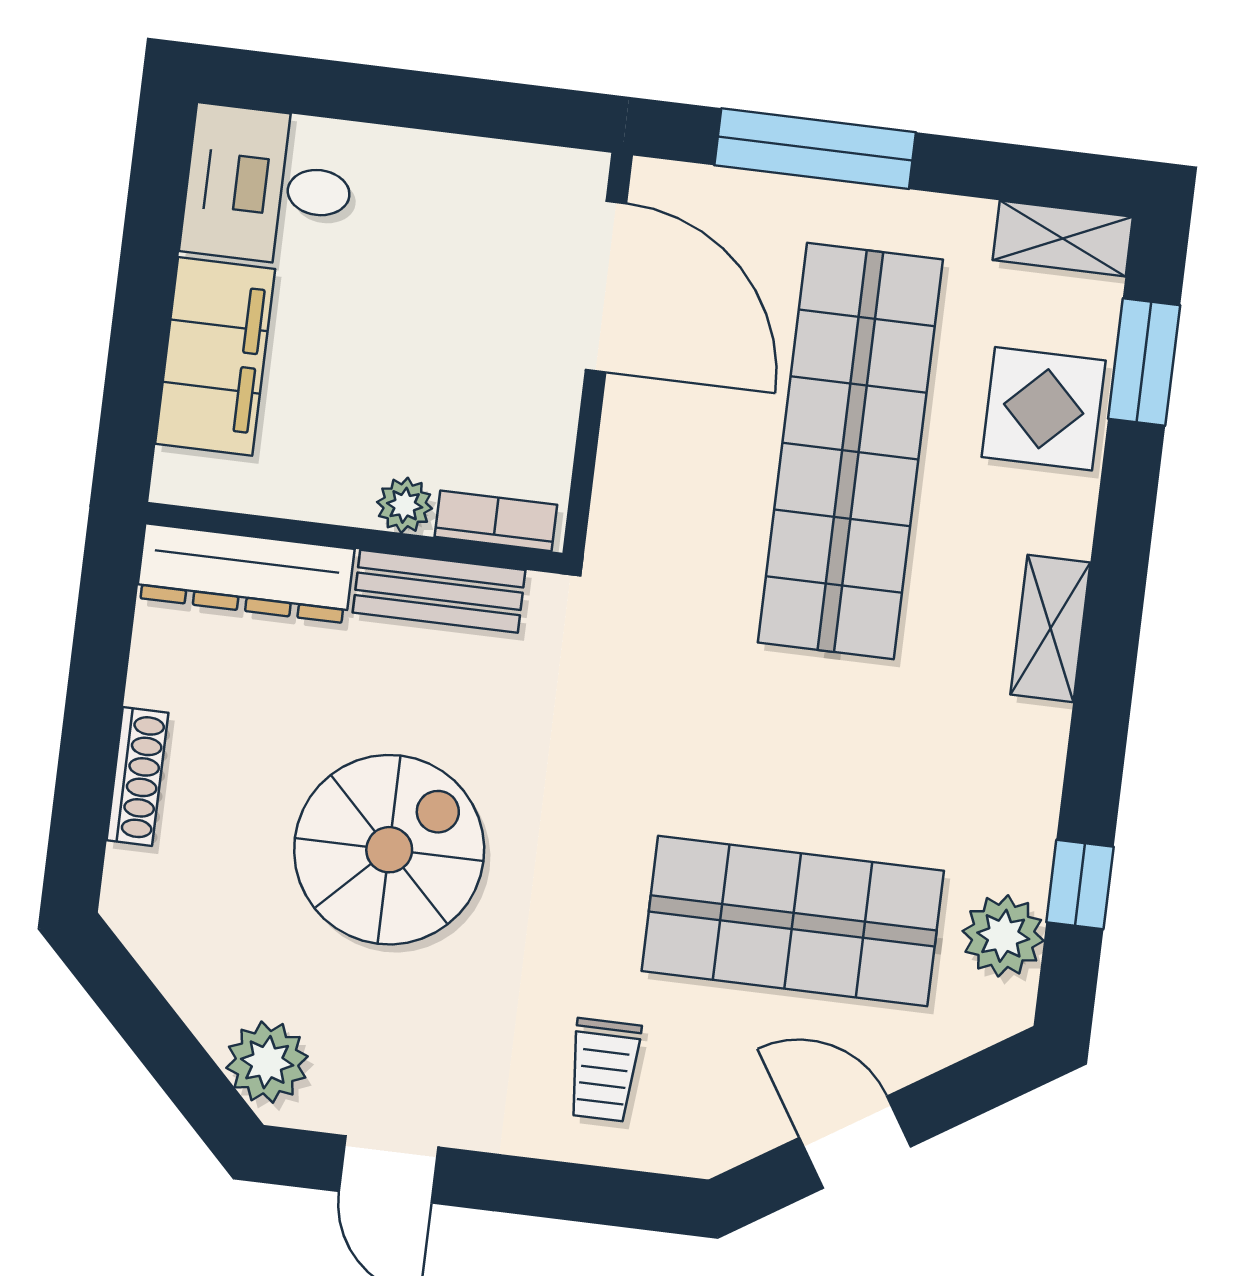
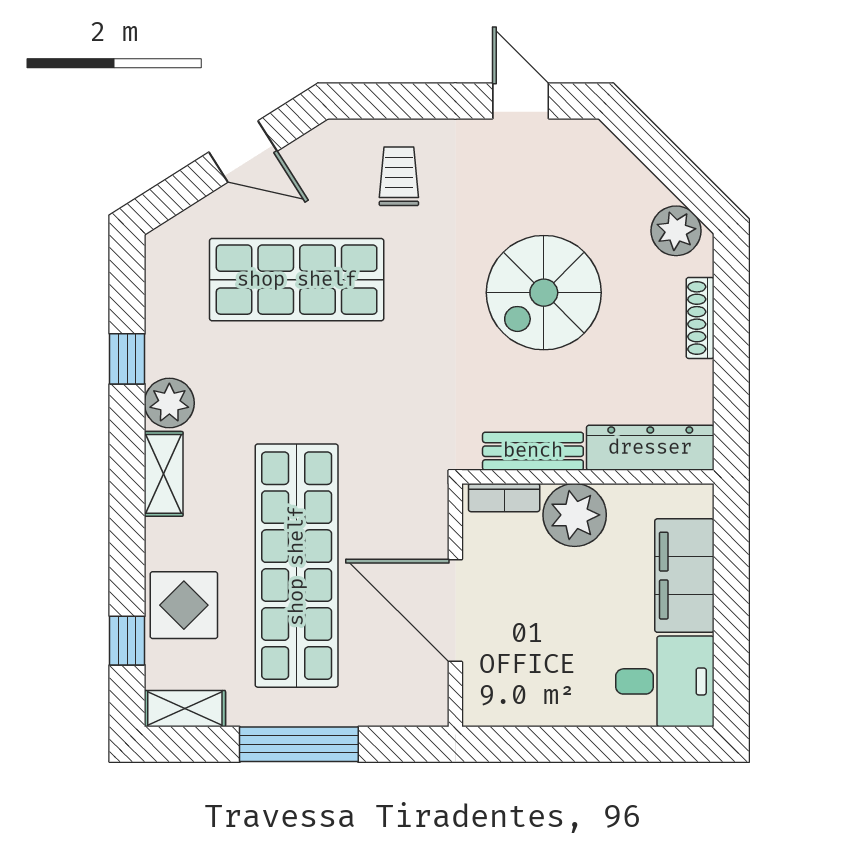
window: (815, 149) -> (299, 744), moved
door: (606, 286) -> (455, 611), moved
window: (1144, 362) -> (127, 641), width x0.67
plant: (405, 505) -> (575, 515), width x1.88, depth x1.88
window: (1080, 885) -> (127, 359), moved
plant: (1003, 936) -> (169, 403), moved
plant: (267, 1062) -> (676, 231), moved

